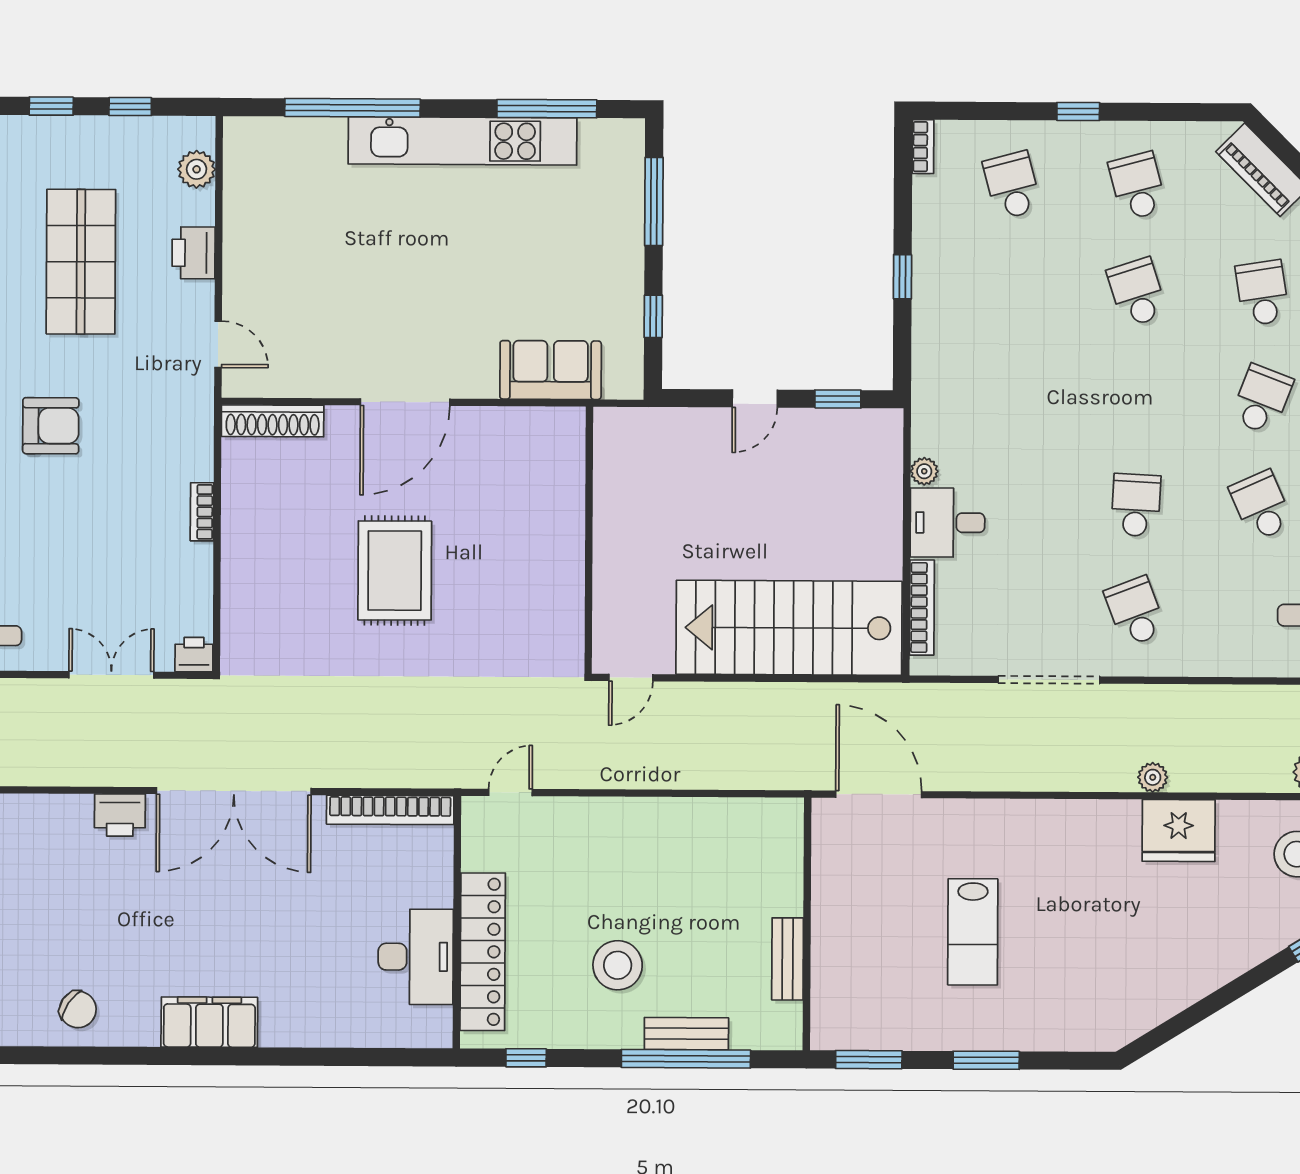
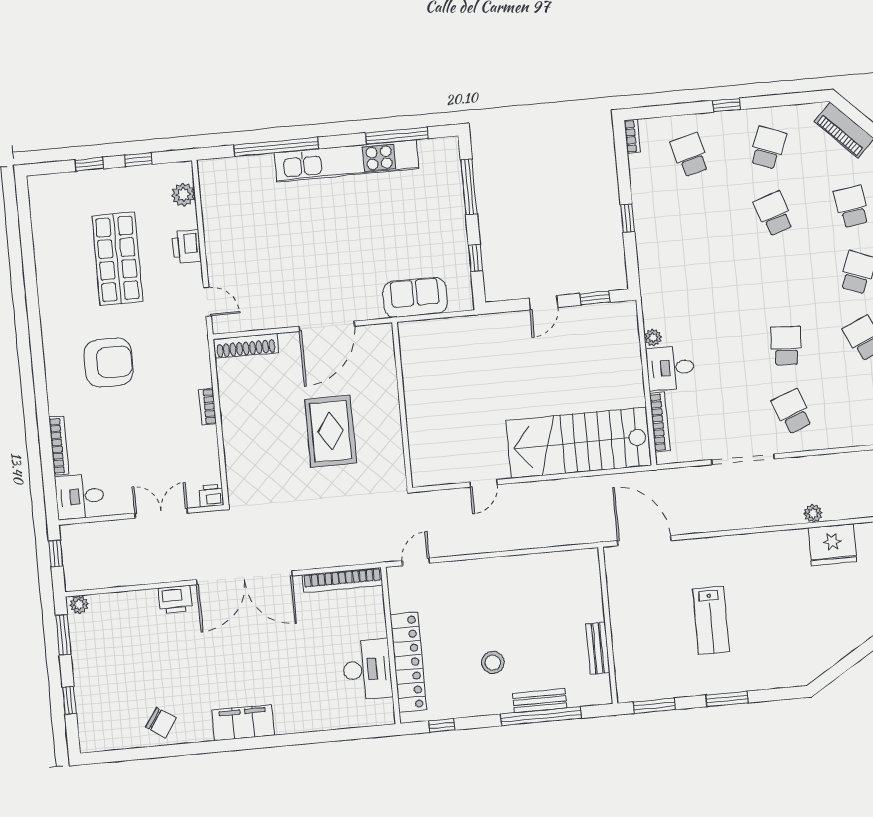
school desk: (1138, 186) -> (768, 148), turned 36
armchair: (51, 426) -> (109, 362), width x1.36, depth x1.36
wall: (589, 540) -> (402, 405), moved
stool: (618, 965) -> (493, 662), width x0.73, depth x0.73

